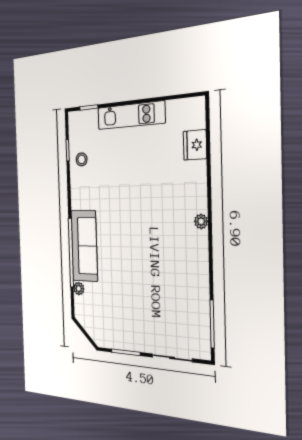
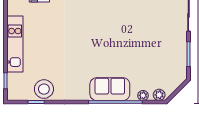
stool: (82, 159) -> (44, 89), width x1.89, depth x1.89
sofa: (84, 246) -> (110, 89), width x0.73
plant: (80, 309) -> (159, 95), added

